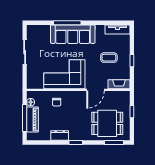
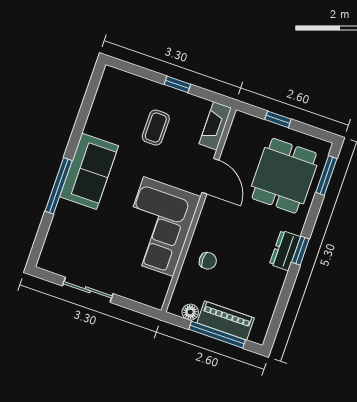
tv unit: (117, 29) -> (106, 92), removed
sofa: (73, 34) -> (89, 171), width x0.73
dresser: (60, 135) -> (285, 250), moved

